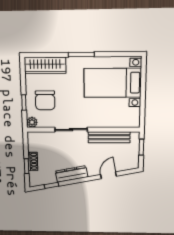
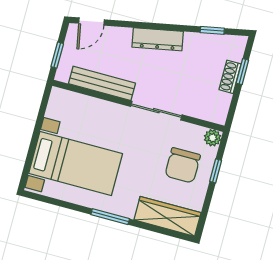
chair: (45, 100) -> (183, 165), turned 180
dresser: (72, 174) -> (158, 39), moved
door: (109, 175) -> (92, 21), moved

